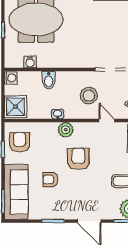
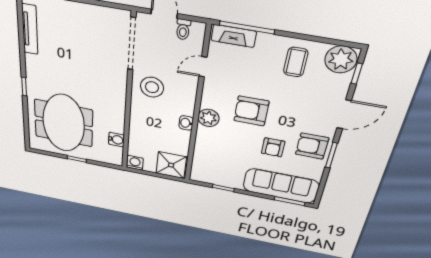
bidet: (49, 80) -> (141, 124), removed
stool: (89, 96) -> (152, 87), moved
armchair: (20, 142) -> (312, 146), moved

